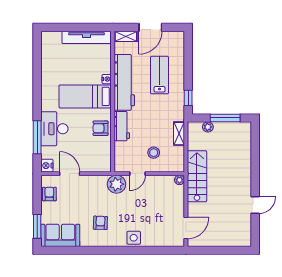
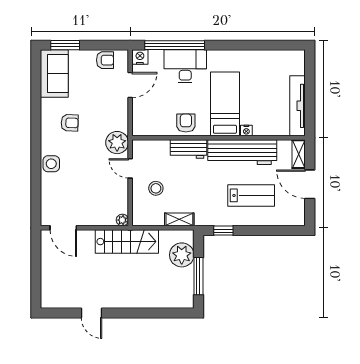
plant: (208, 127) -> (182, 255), width x1.87, depth x1.87
window: (37, 137) -> (175, 45), width x1.46

